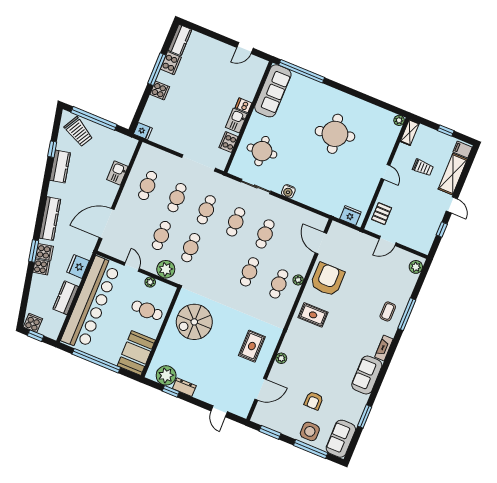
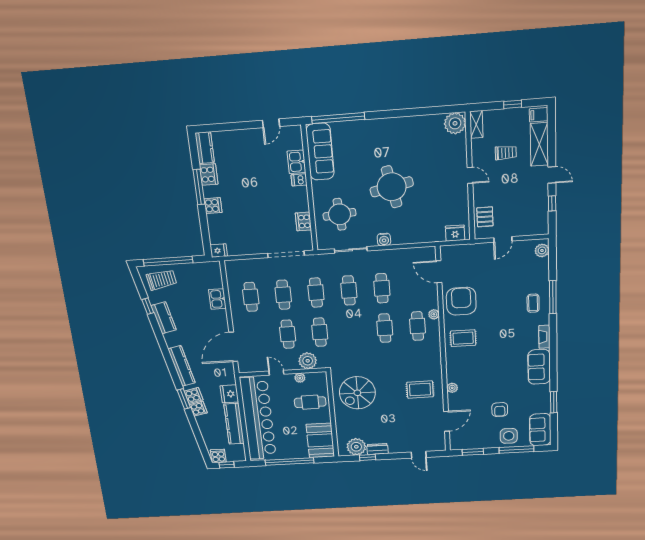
plant: (399, 120) -> (455, 123), width x1.87, depth x1.87
kitchen sink: (236, 121) -> (297, 162), moved
trolley: (79, 132) -> (162, 280), turned -38
round table: (335, 134) -> (392, 187), moved
kitchen counter: (66, 298) -> (234, 424), width x1.50
rug: (252, 346) -> (420, 390), turned 90

